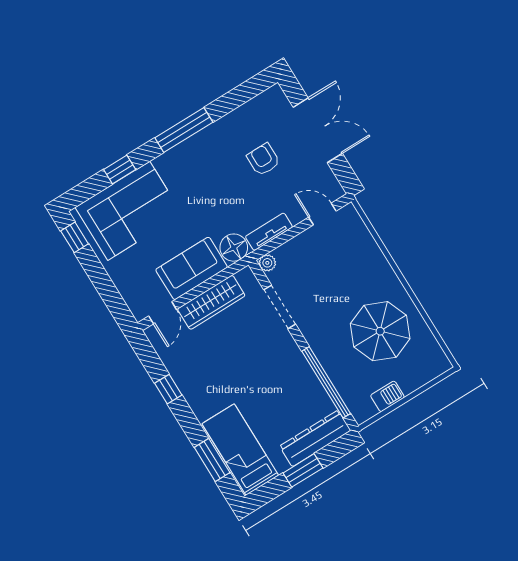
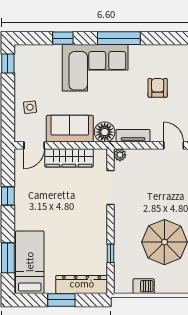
corner sofa: (129, 211) -> (95, 68), moved
side table: (131, 272) -> (30, 107), added
window: (326, 382) -> (110, 253), width x0.32

